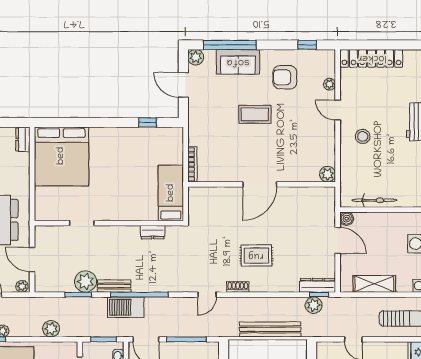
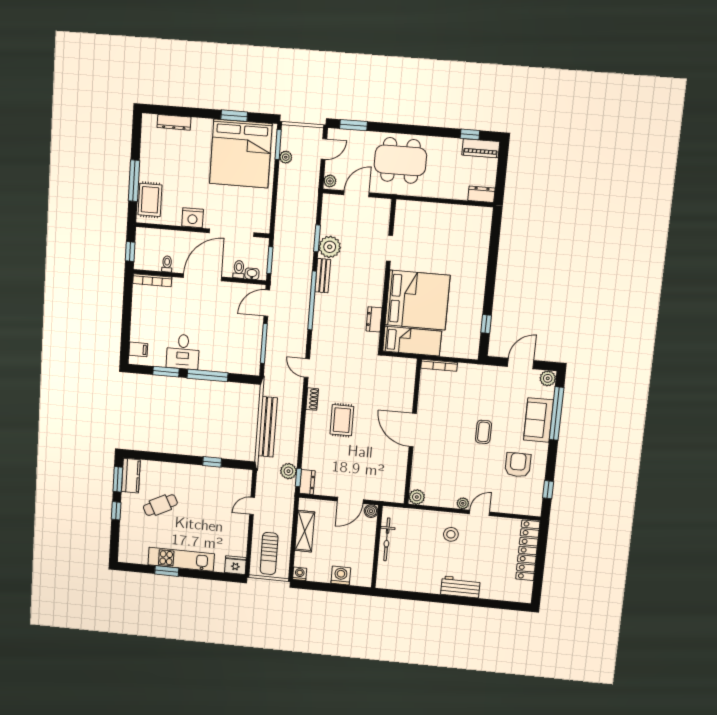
plant: (329, 84) -> (463, 503), moved
coffee table: (255, 114) -> (484, 432), width x0.73, depth x0.77
bed: (61, 156) -> (418, 300), moved, turned 180
dresser: (317, 285) -> (307, 482), width x0.70
barbecue: (126, 307) -> (300, 286), removed
plant: (51, 329) -> (284, 208), removed

